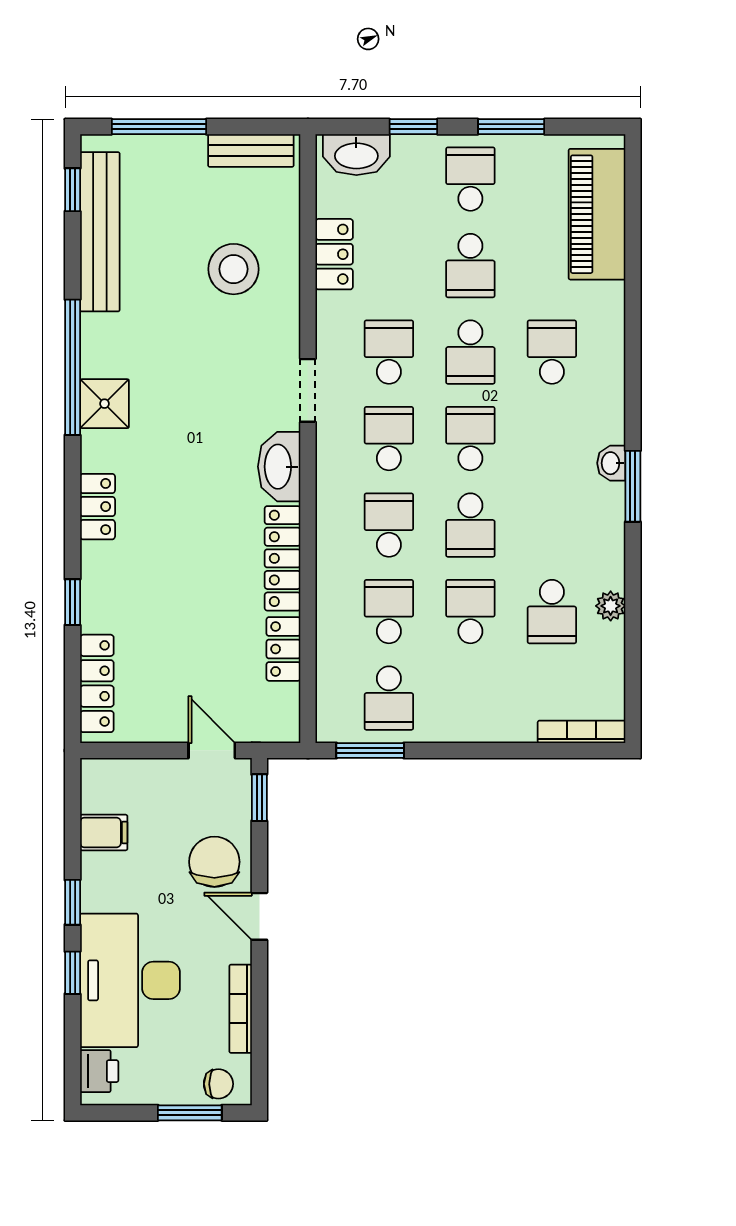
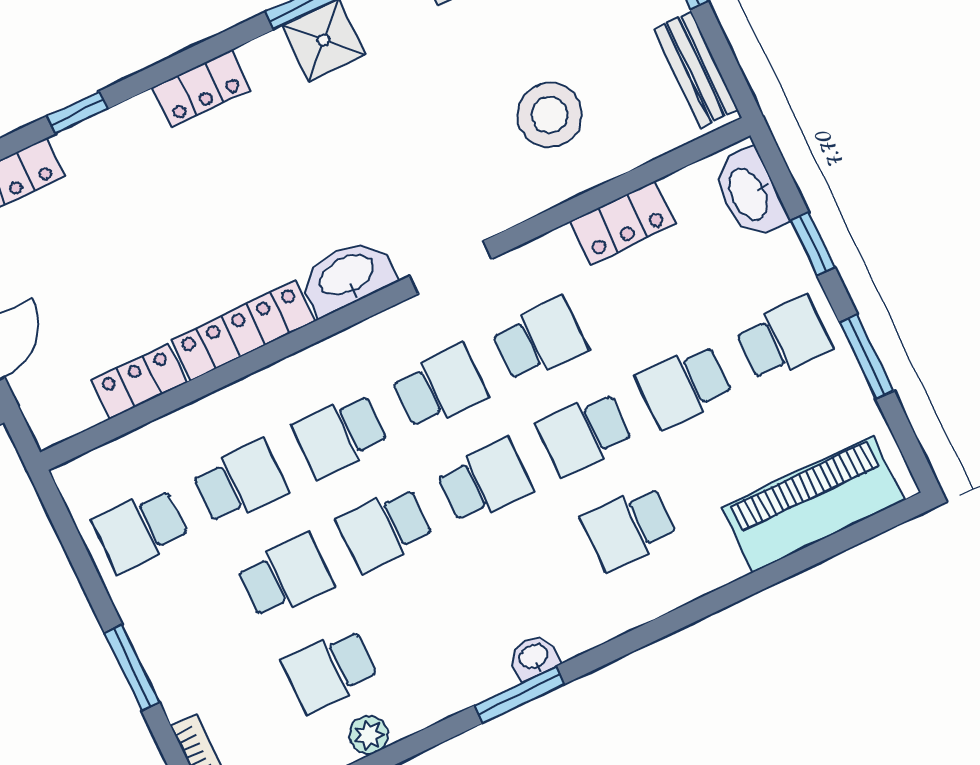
school desk: (552, 352) -> (629, 528), turned 180
school desk: (389, 525) -> (340, 435), turned 180
window: (370, 750) -> (132, 668), moved

